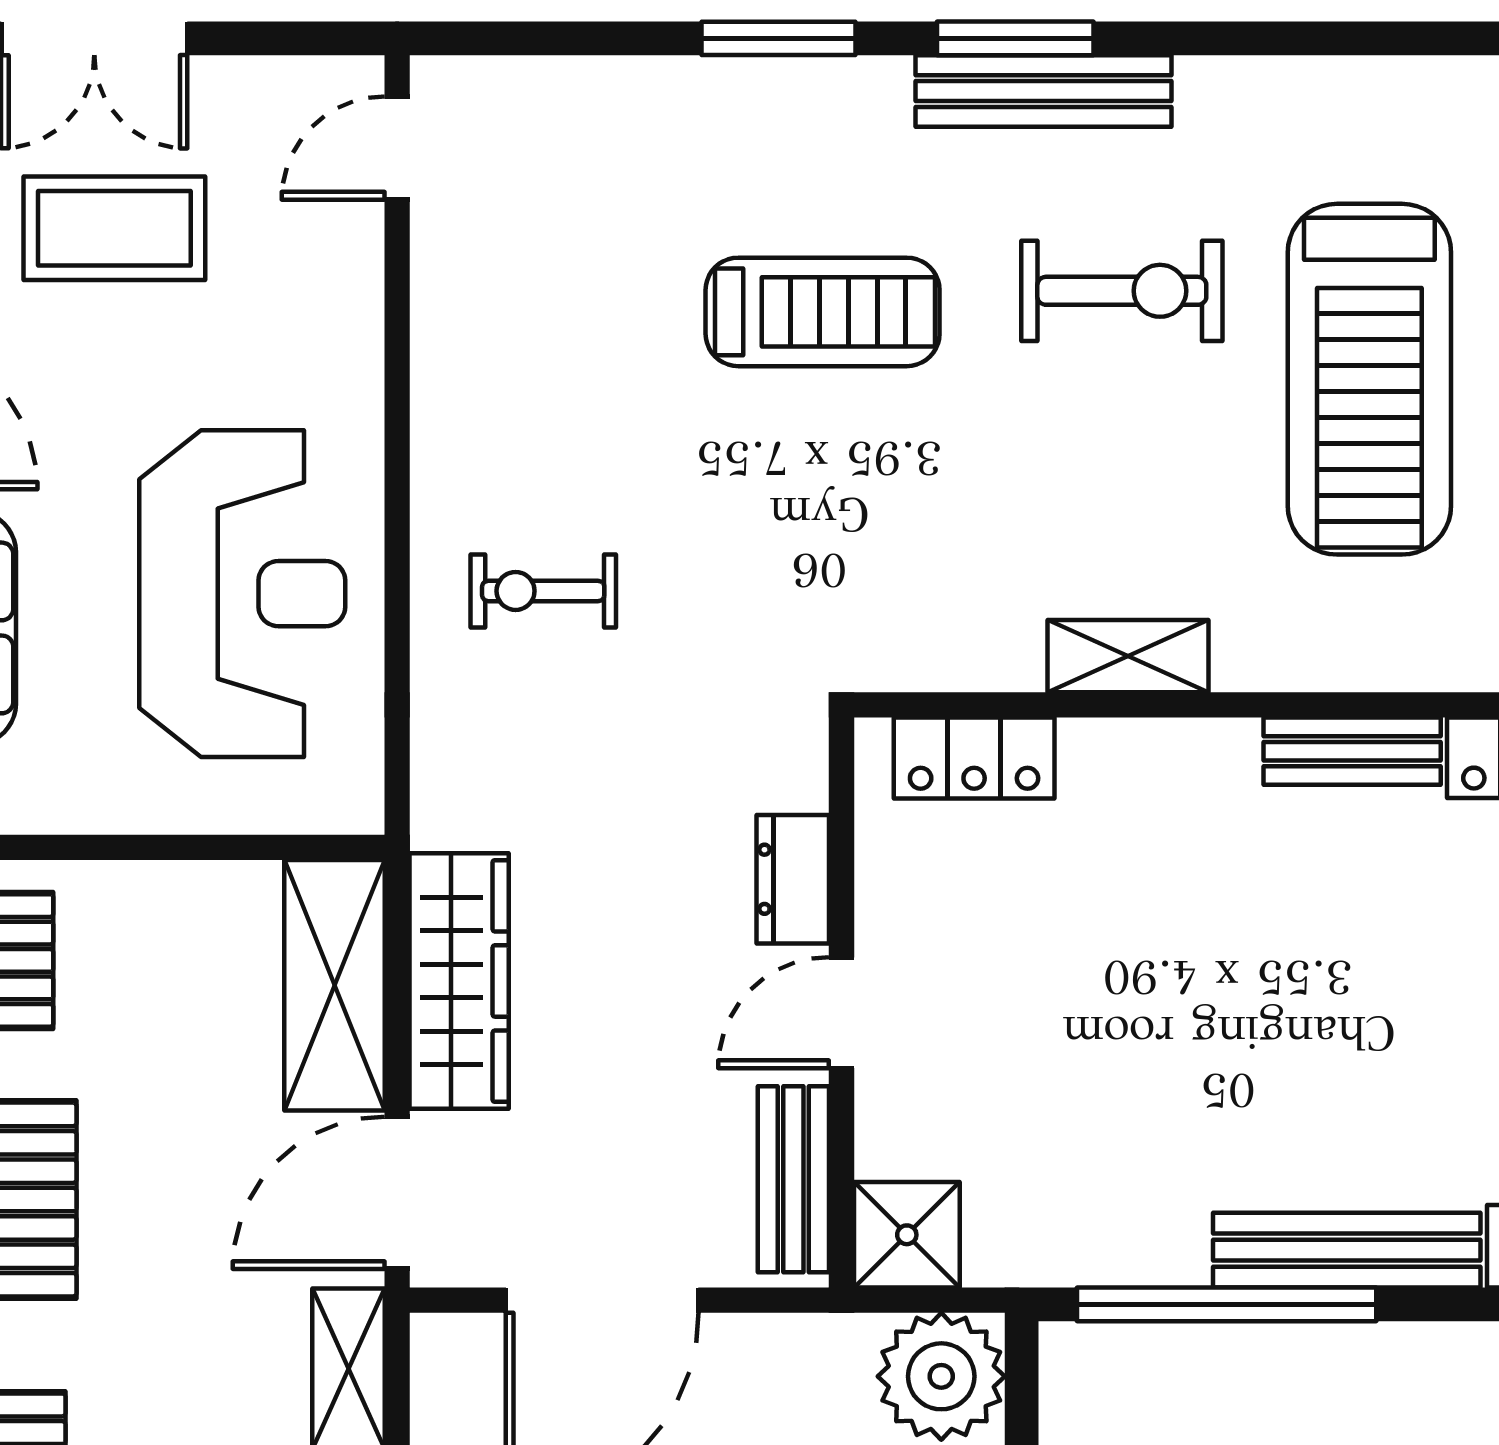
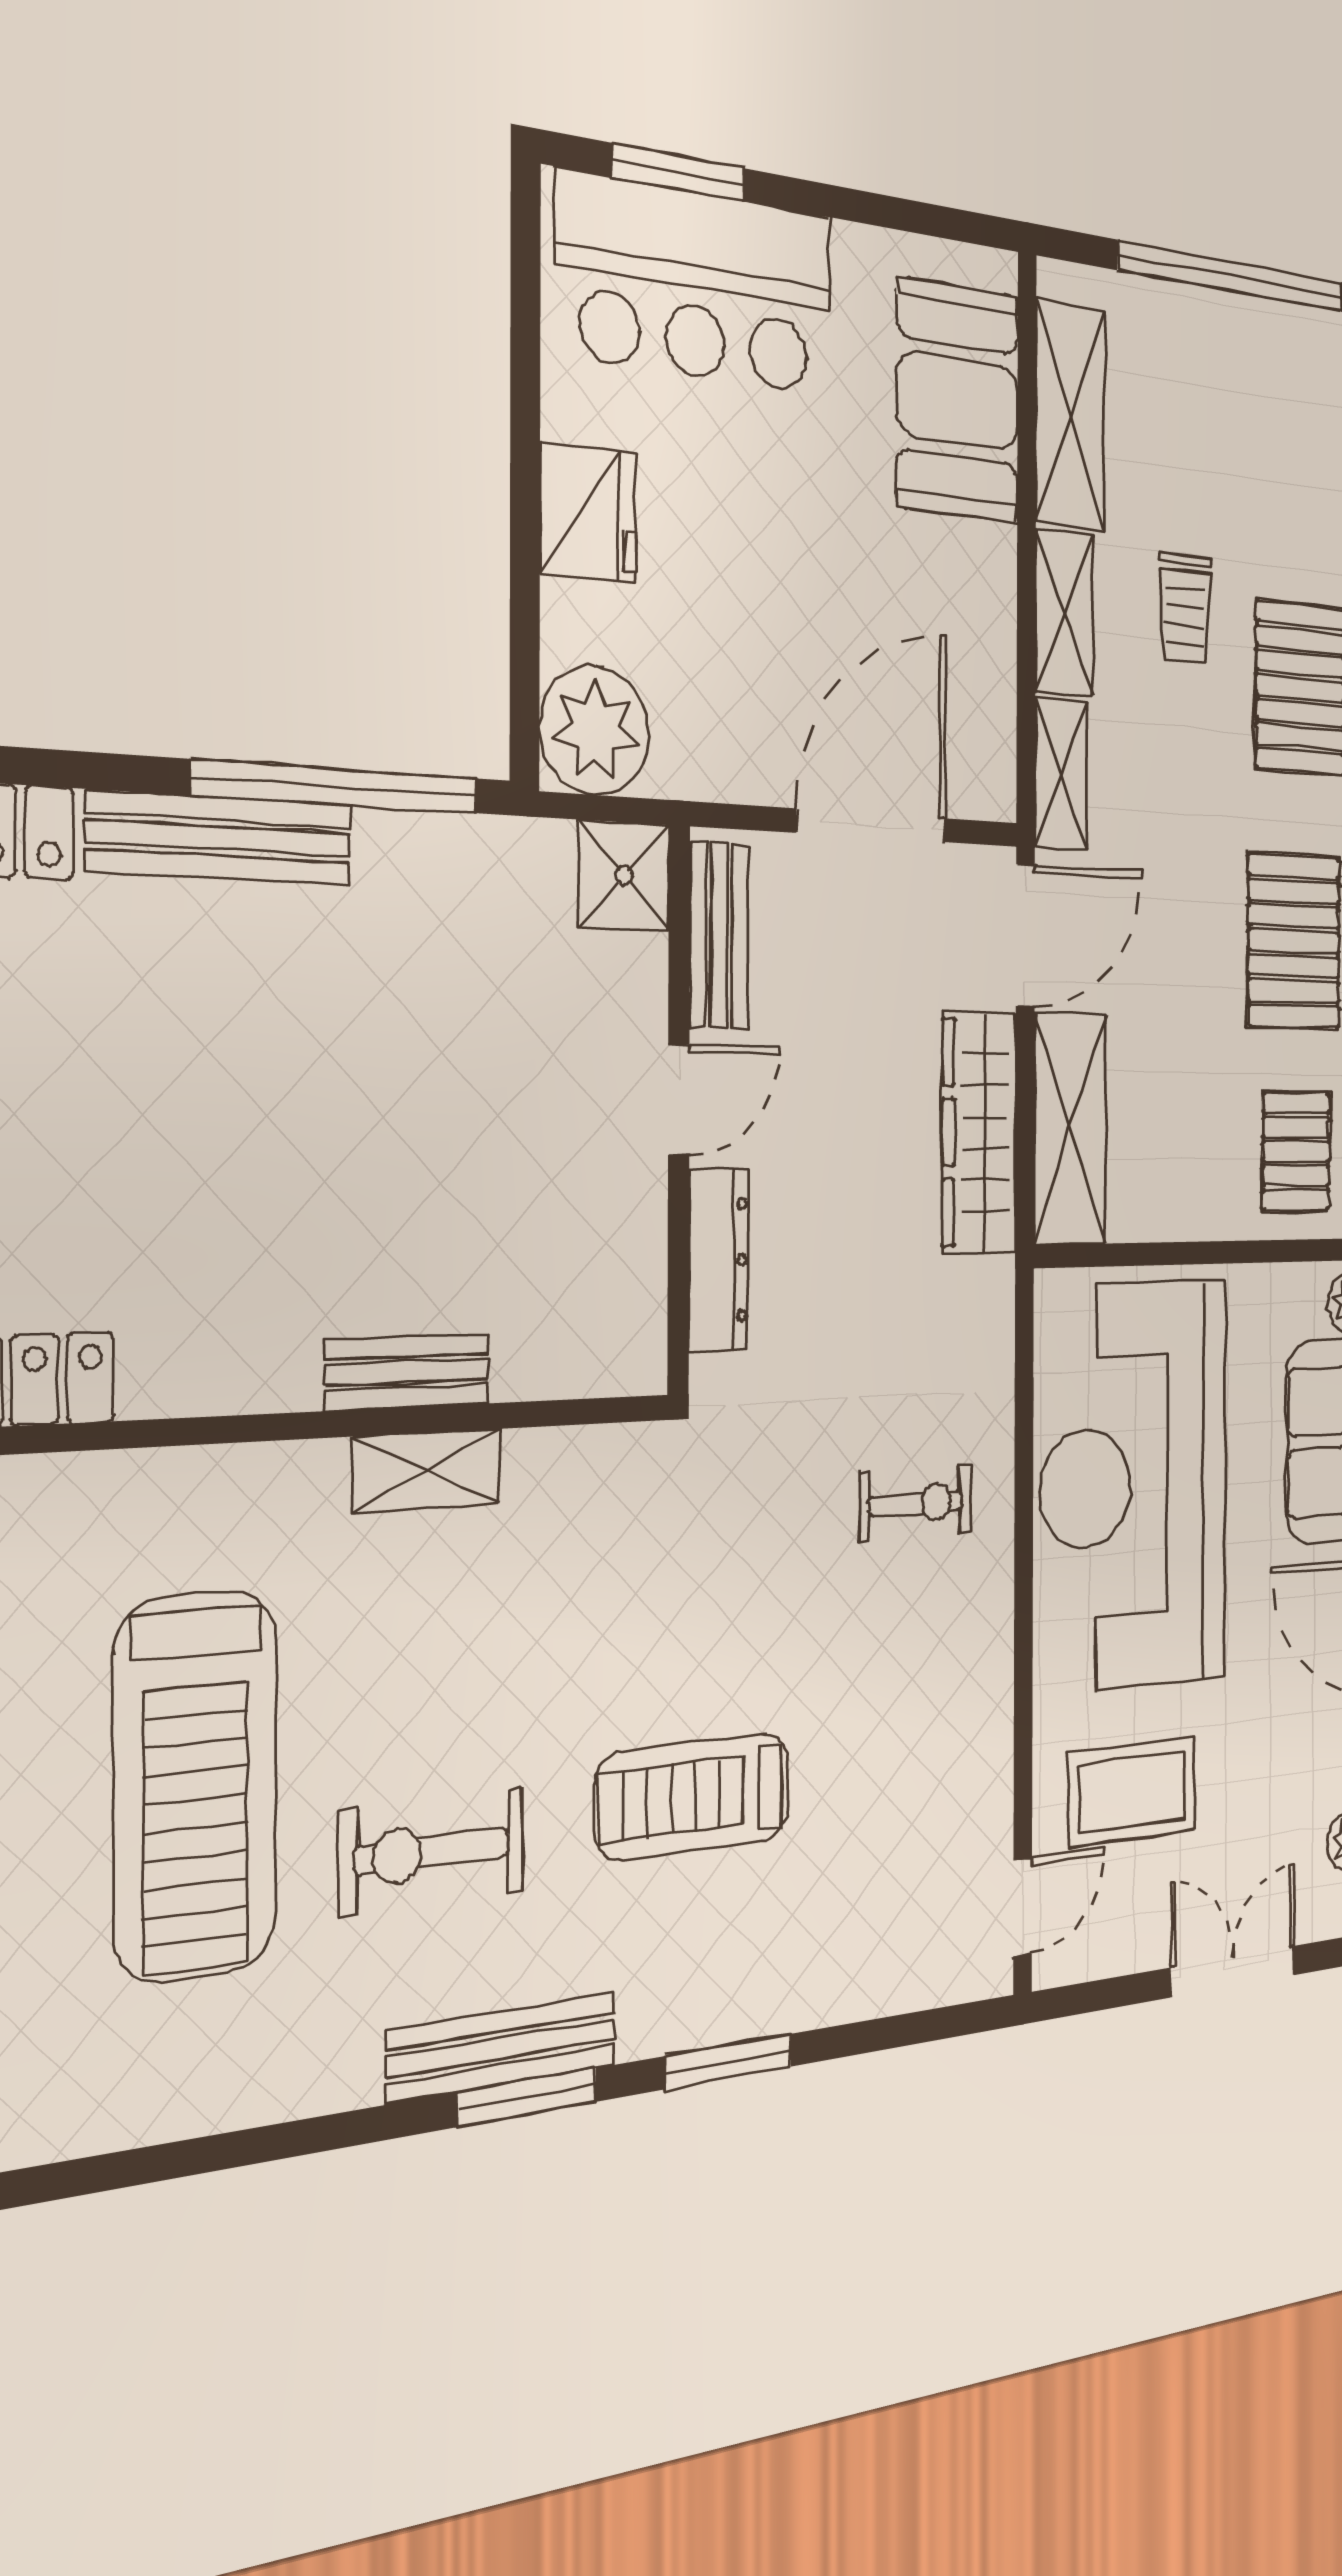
coffee table: (114, 228) -> (1132, 1792), moved
treadmill: (1369, 379) -> (196, 1786), turned 180
reception desk: (242, 594) -> (1134, 1485), width x1.36, depth x1.30
bench: (1352, 751) -> (408, 1372), moved
locker: (974, 758) -> (565, 1358), removed
dresser: (793, 879) -> (719, 1260), width x1.44

